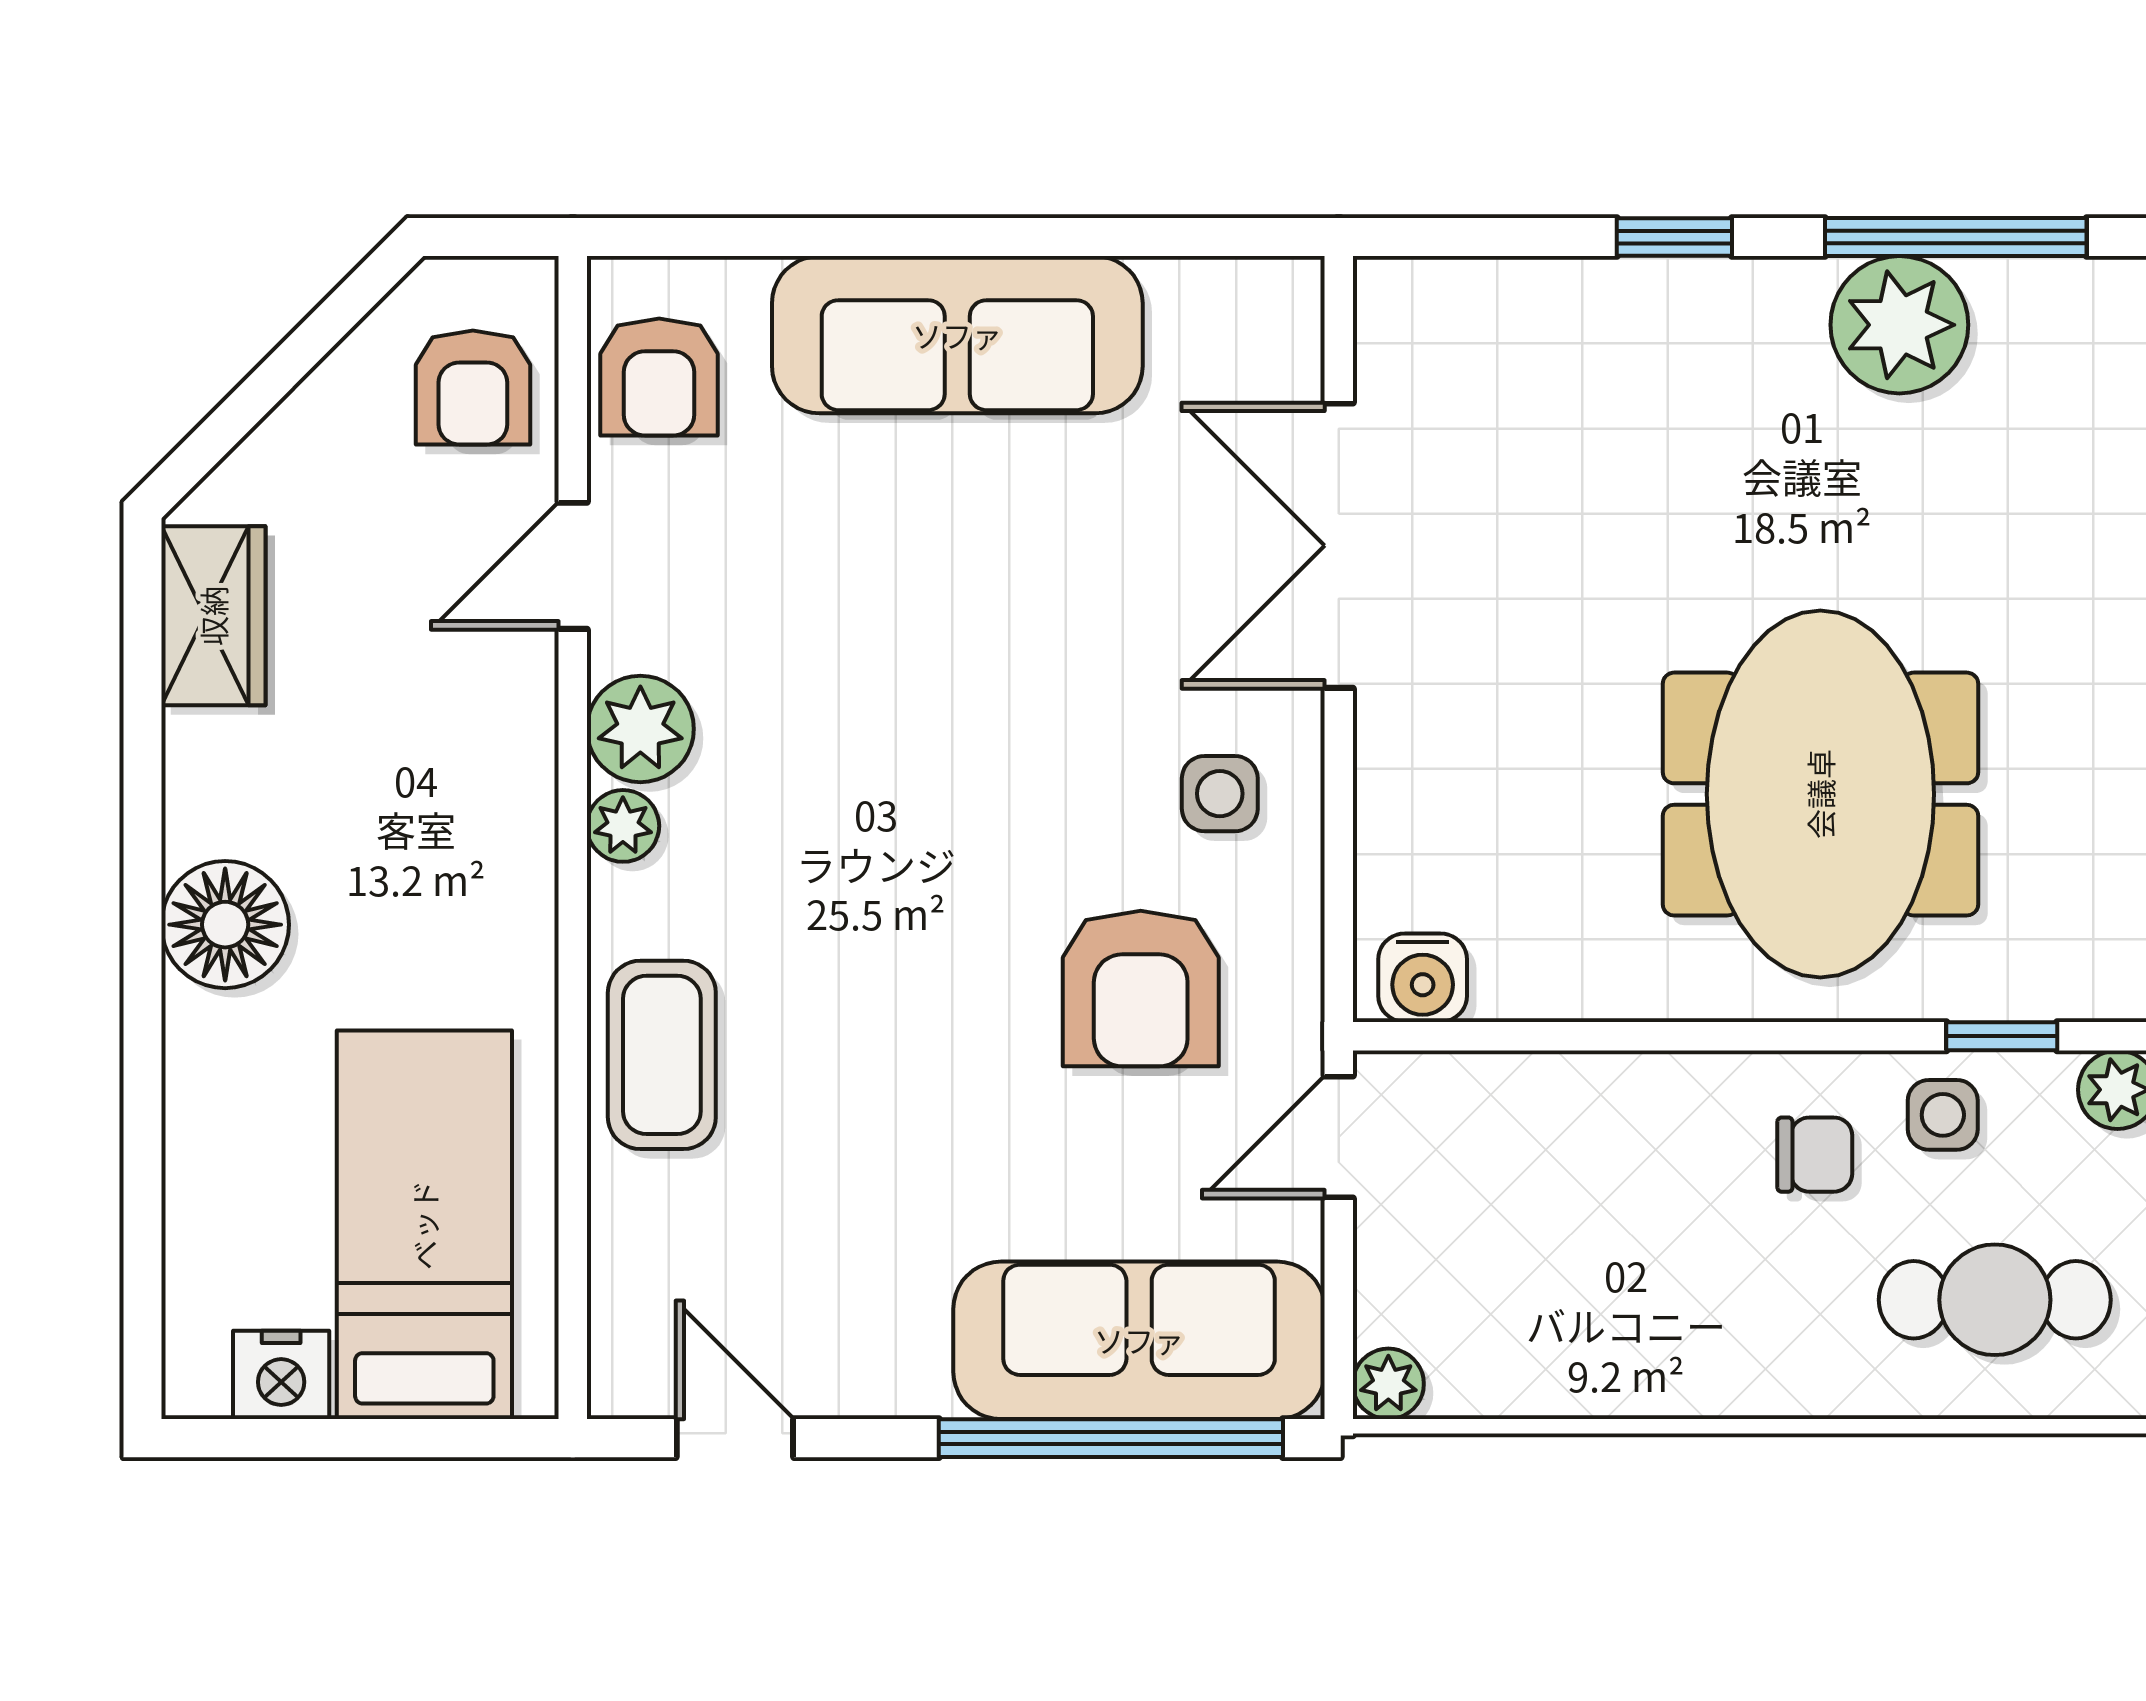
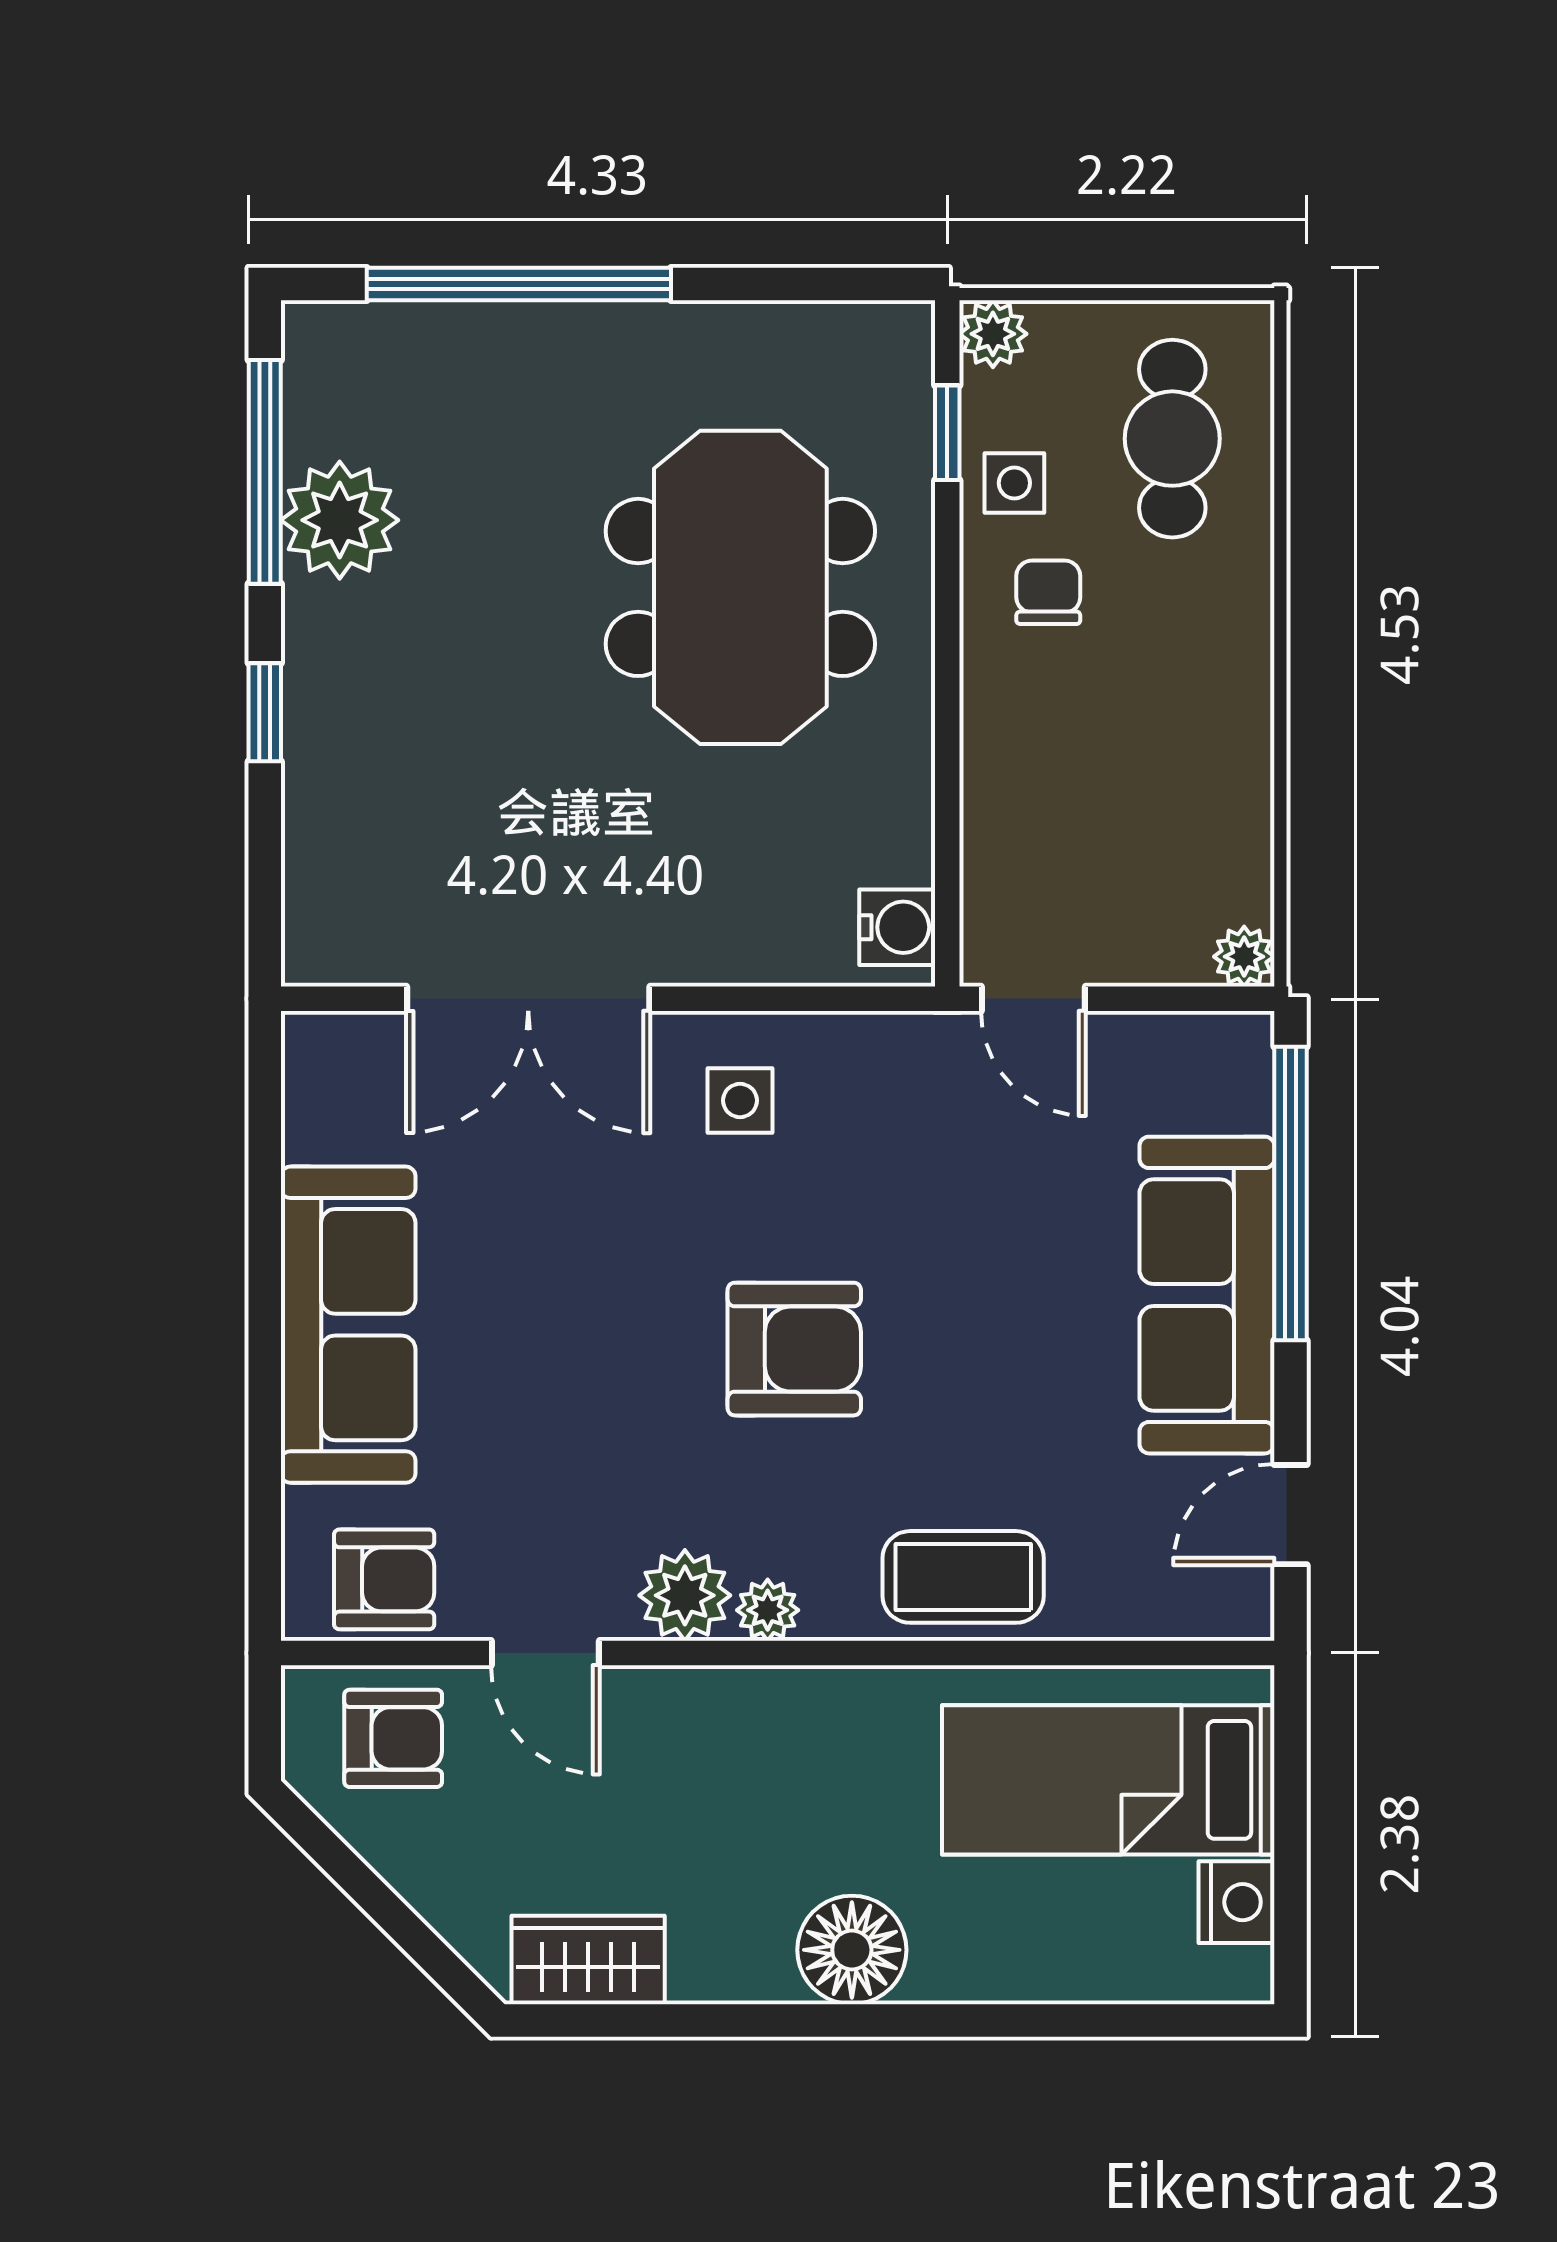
meeting table: (1820, 794) -> (740, 587), turned 90
armchair: (1141, 988) -> (794, 1349), moved
sofa: (1139, 1340) -> (1207, 1295), moved

